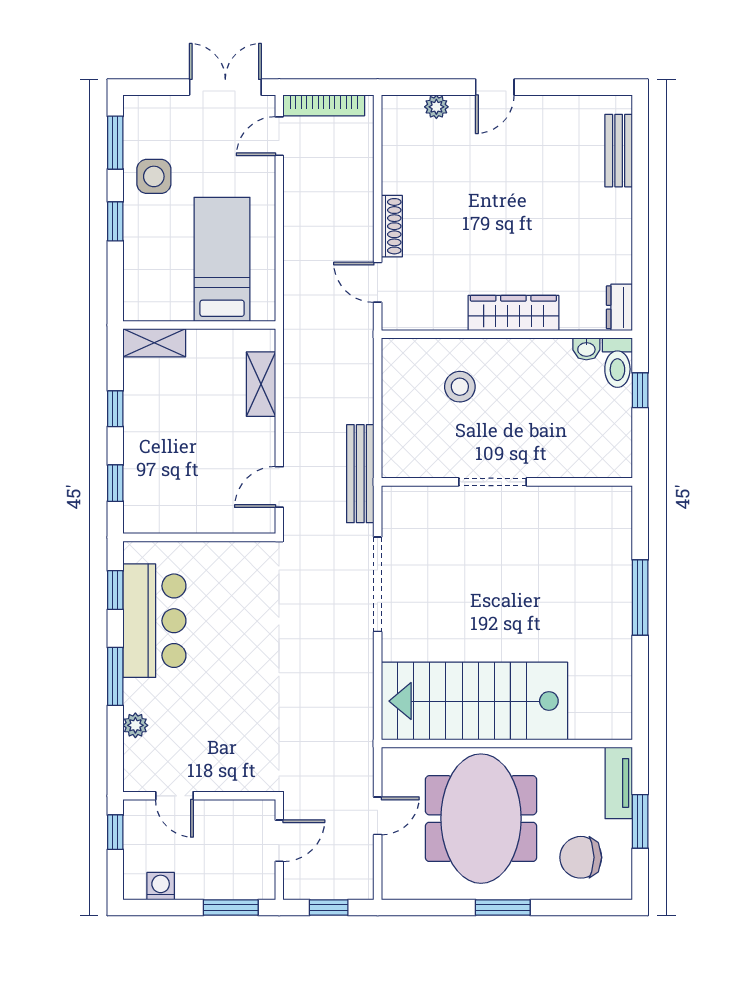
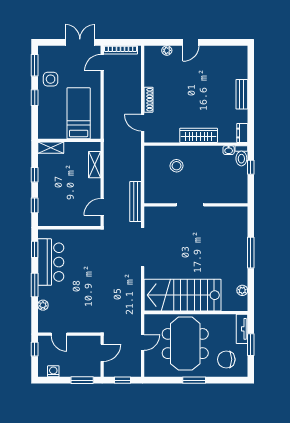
bench: (619, 151) -> (242, 94), moved
plant: (620, 689) -> (242, 290), added

